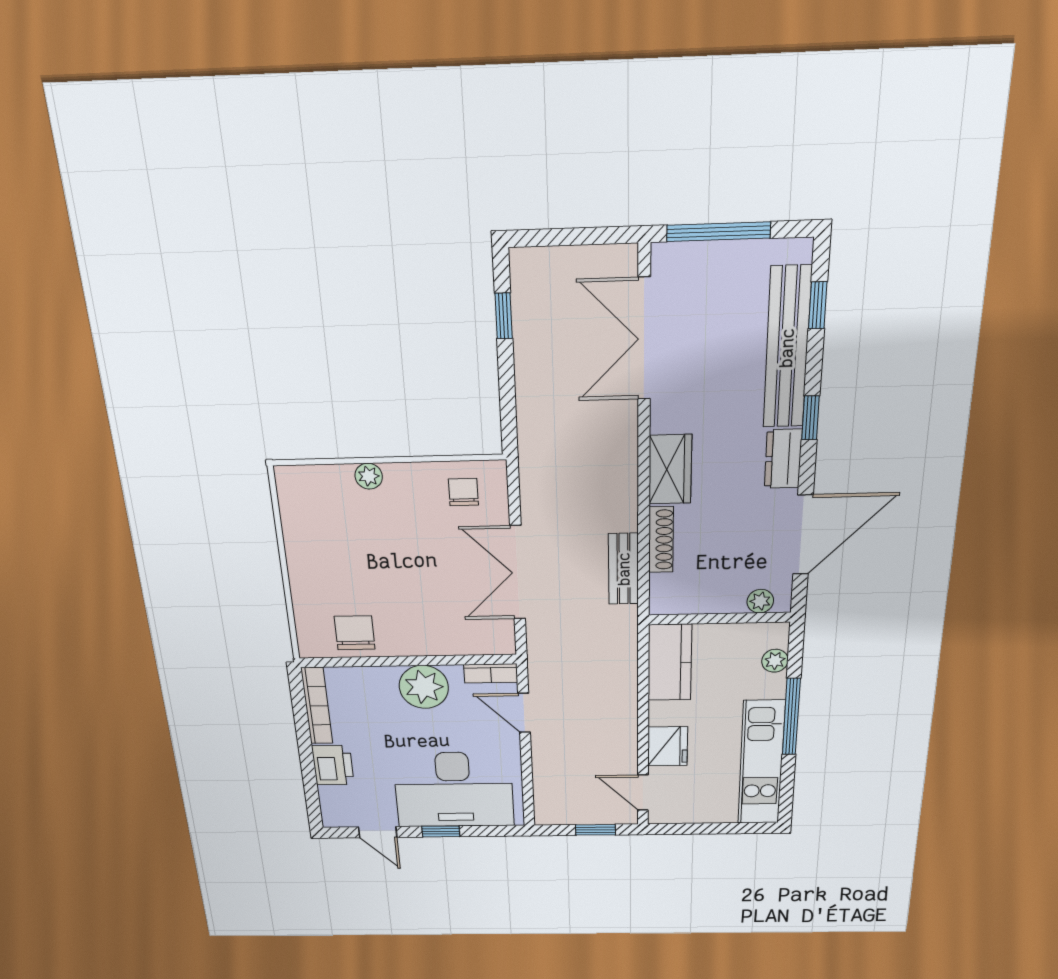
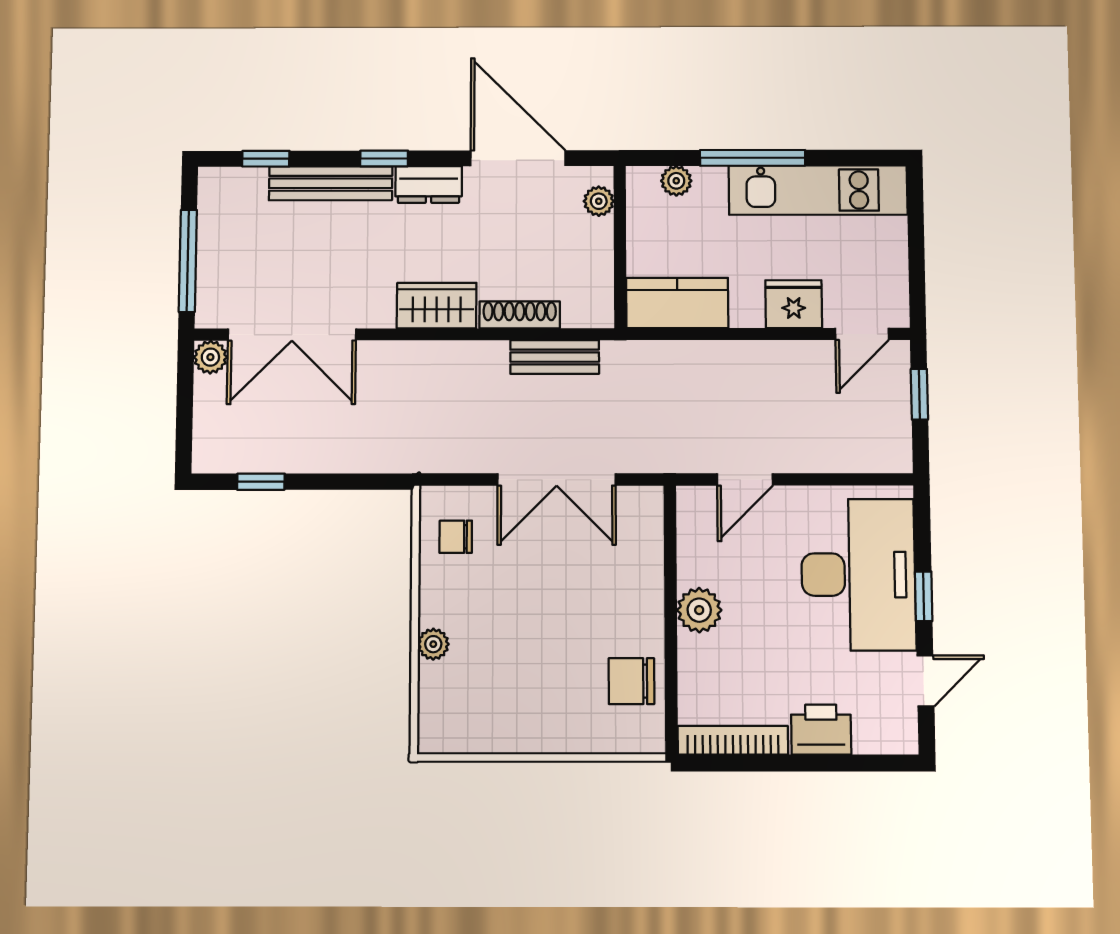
plant: (622, 260) -> (210, 357), added
bench: (787, 348) -> (331, 183), width x0.73, depth x0.82
bookcase: (491, 673) -> (689, 518), removed
plant: (424, 687) -> (699, 610), width x0.73, depth x0.73

